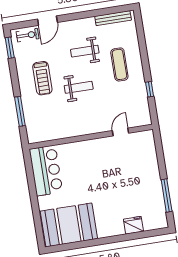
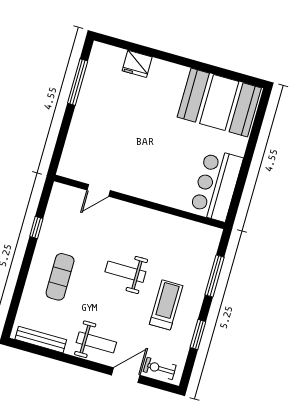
window: (10, 48) -> (198, 335), moved
weight bench: (85, 51) -> (96, 342), moved

